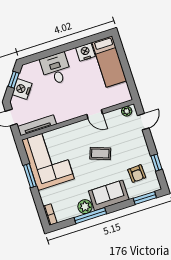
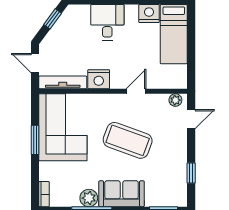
nightstand: (22, 89) -> (99, 79), moved, turned -127
door: (95, 114) -> (136, 91), swing flipped
coffee table: (100, 153) -> (128, 140), width x1.86, depth x1.72
armchair: (137, 174) -> (163, 179), removed

